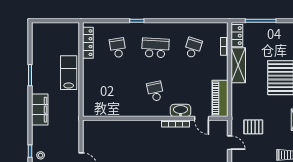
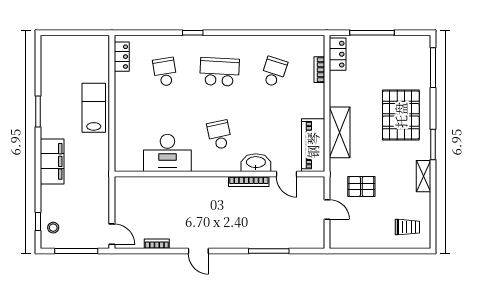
locker: (88, 43) -> (122, 57), width x0.66
shelving: (238, 65) -> (340, 132), moved
desk: (119, 104) -> (167, 153), added

